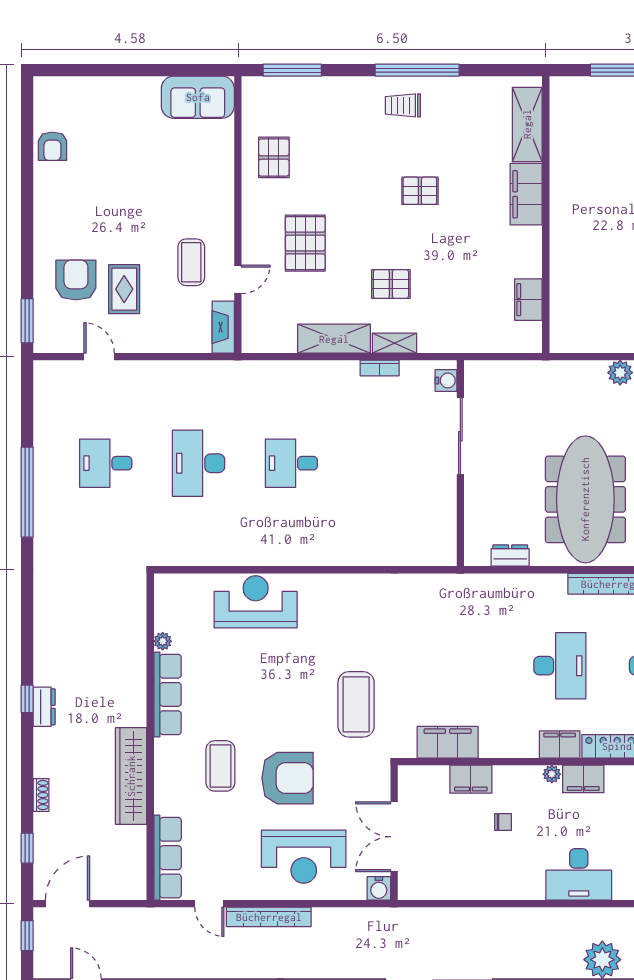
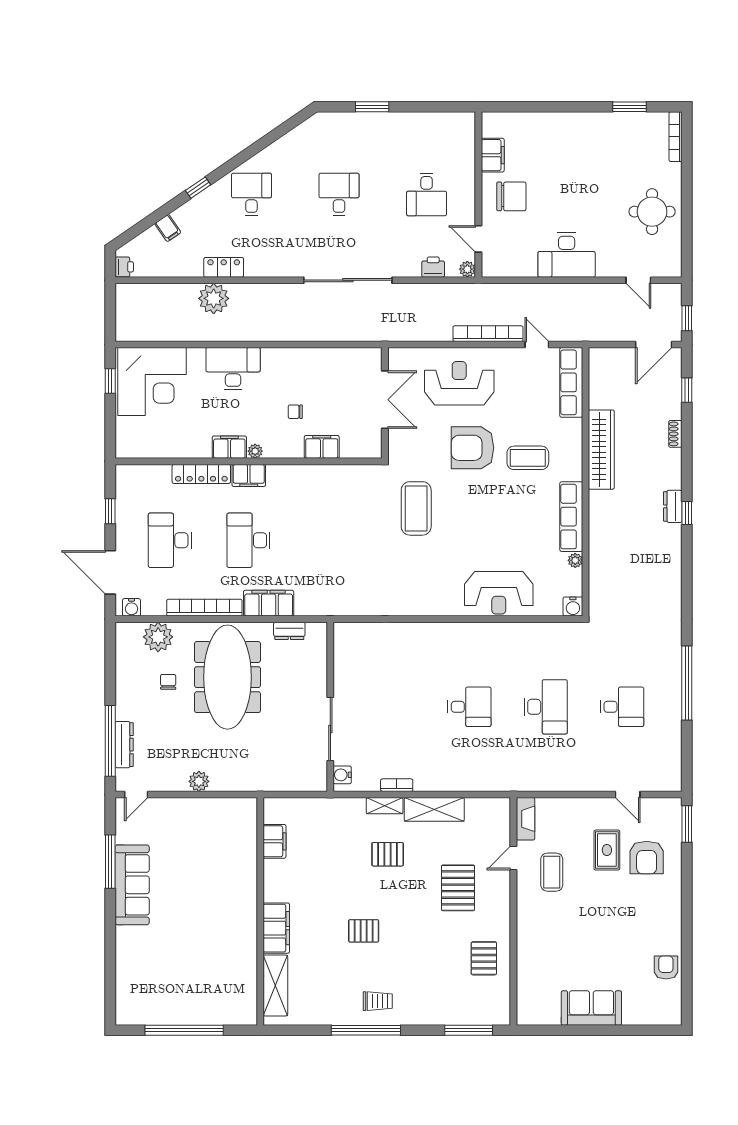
sofa: (198, 97) -> (591, 1008), moved
filing cabinet: (448, 742) -> (269, 603), moved, turned 180
coffee table: (220, 766) -> (528, 458), turned 90
water cooler: (379, 888) -> (573, 607), moved, turned 180

